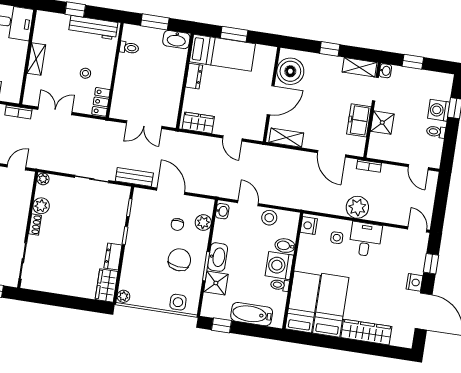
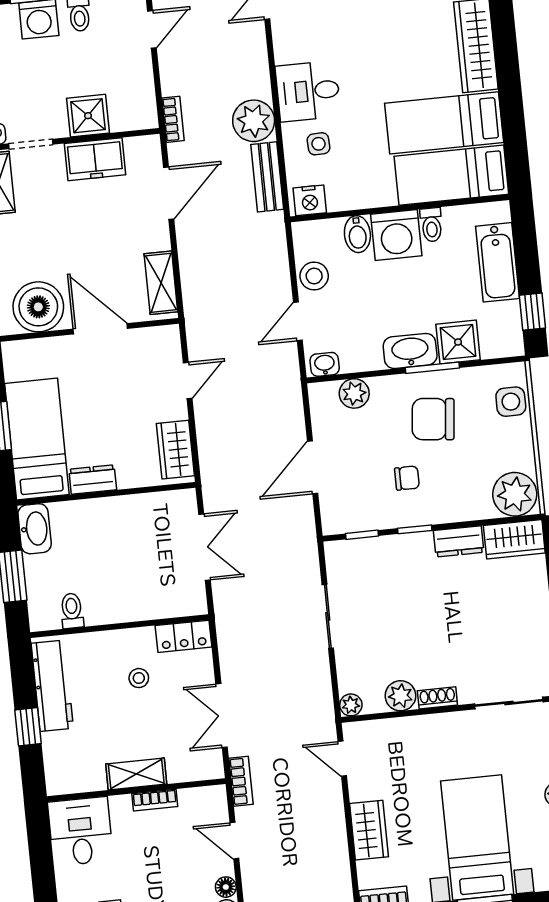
bookcase: (20, 65) -> (155, 800), added
bench: (134, 177) -> (267, 177), moved
chair: (177, 224) -> (407, 478), moved
plant: (123, 296) -> (515, 494), width x1.88, depth x1.88

